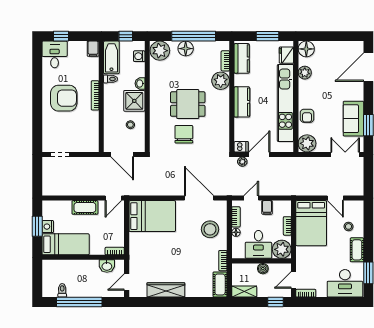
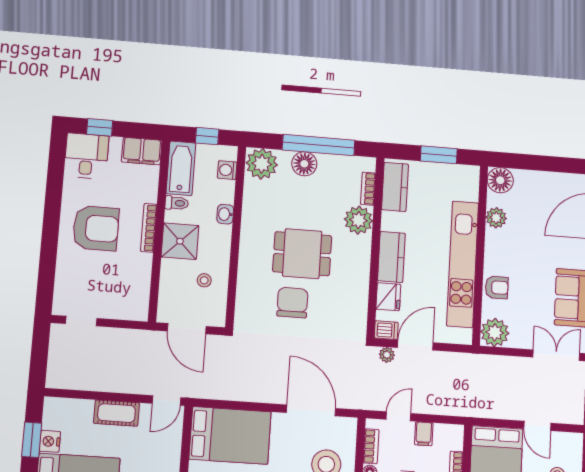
filing cabinet: (93, 49) -> (142, 151), width x2.00
fridge: (286, 55) -> (388, 297), moved, turned 180
shower: (134, 101) -> (180, 241), moved
armchair: (307, 116) -> (497, 287), turned -90

